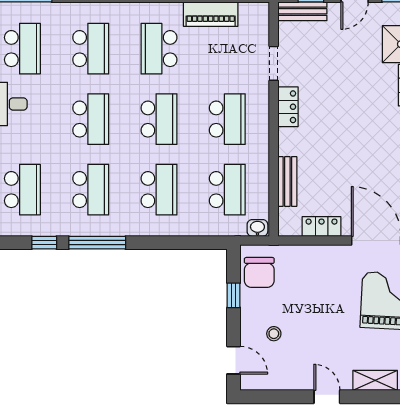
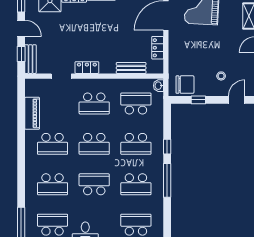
school desk: (91, 49) -> (53, 184), turned 180
school desk: (159, 119) -> (94, 144), turned 180
school desk: (227, 119) -> (94, 103), turned 180
school desk: (91, 190) -> (136, 184), turned 180
school desk: (159, 190) -> (136, 144), turned 180
window: (44, 243) -> (167, 147), moved

